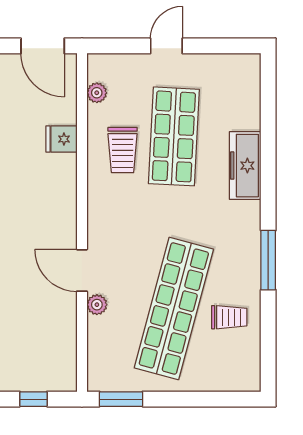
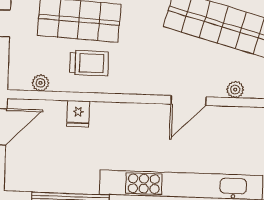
plant: (97, 305) -> (235, 90), moved

